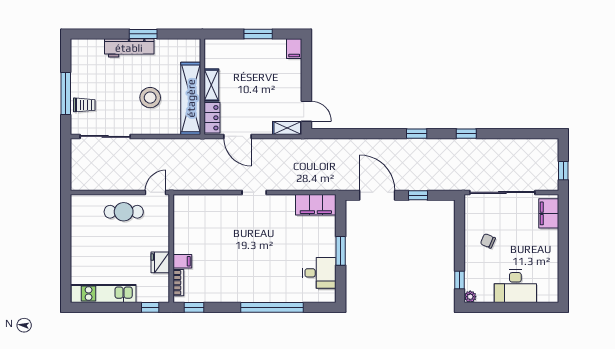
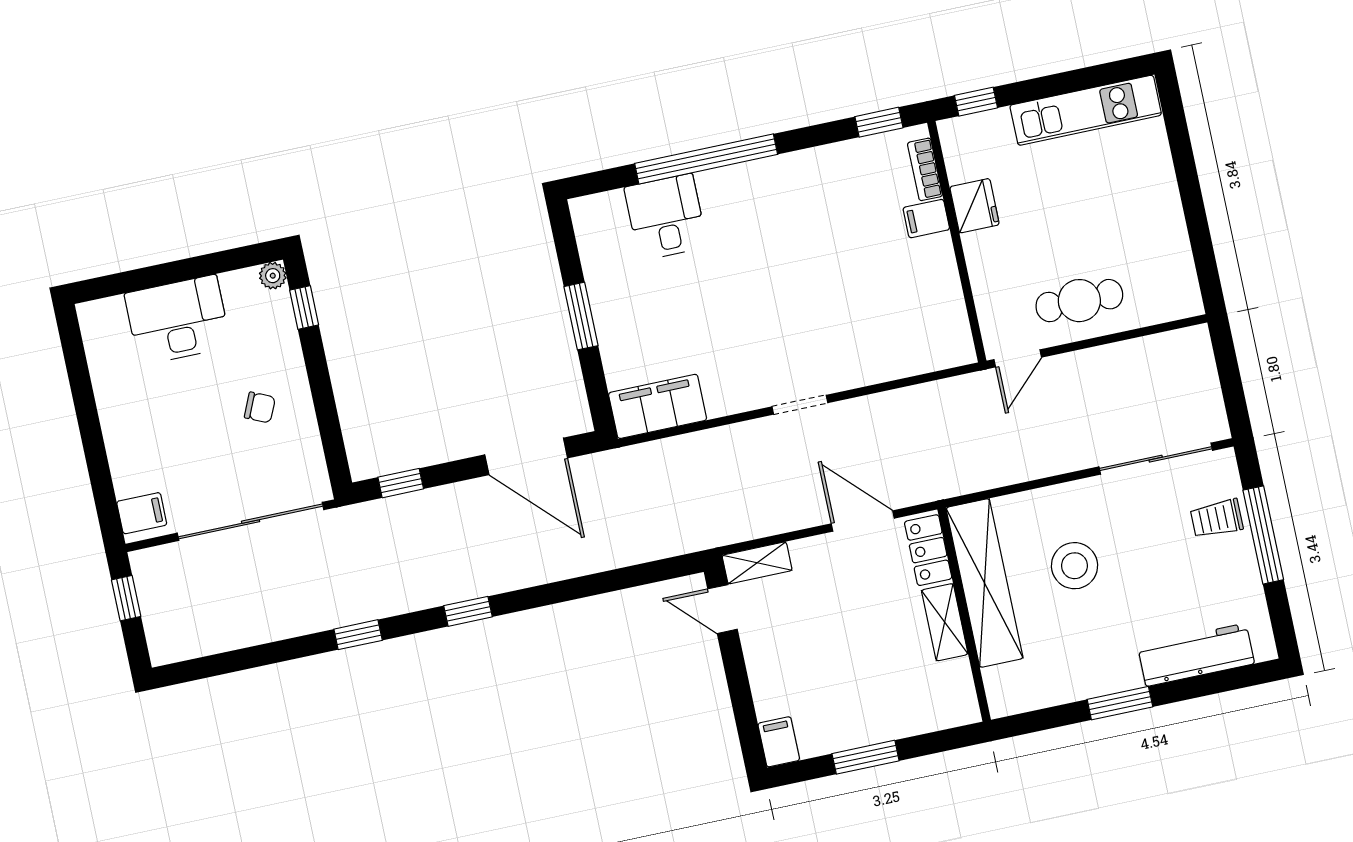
workbench: (129, 48) -> (1196, 655), moved
window: (418, 195) -> (401, 483), moved
filing cabinet: (549, 213) -> (142, 513), width x0.50
desk: (319, 273) -> (666, 217), moved, turned 90

